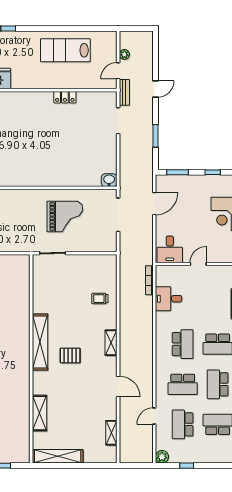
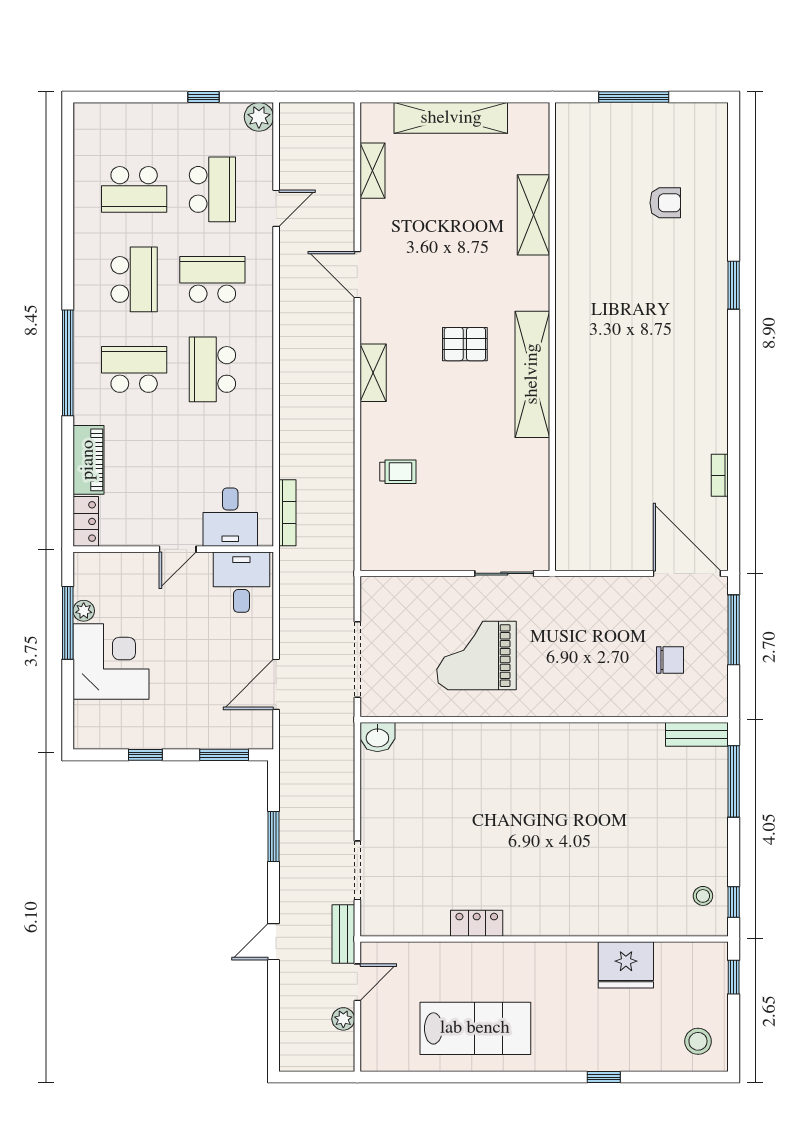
desk: (169, 299) -> (230, 517), moved, turned 90
shelving: (58, 456) -> (451, 118), moved

